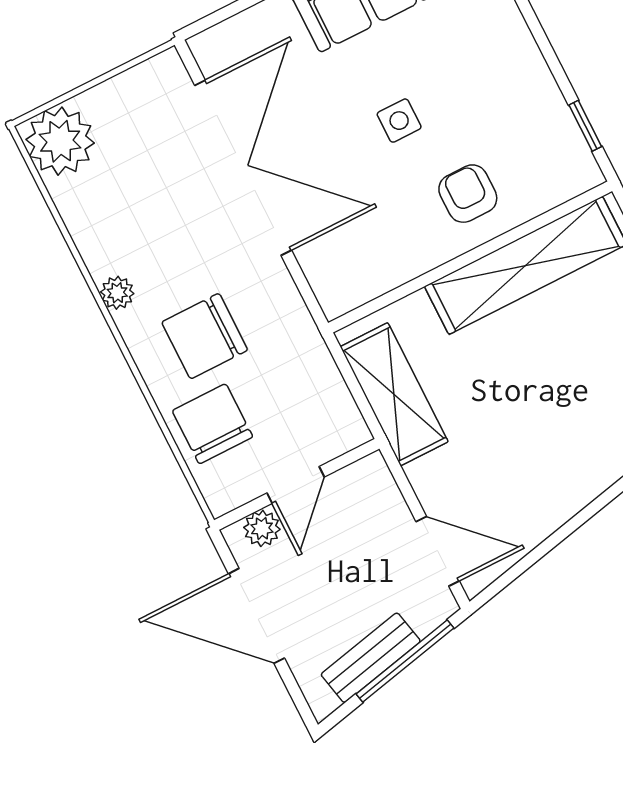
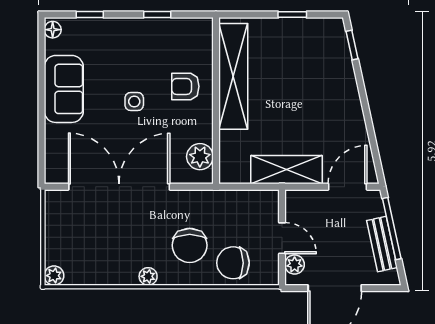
window: (585, 126) -> (157, 15), moved
plant: (60, 141) -> (54, 276), width x0.53, depth x0.53
plant: (362, 278) -> (200, 157), added
shelving: (394, 394) -> (287, 170), moved

